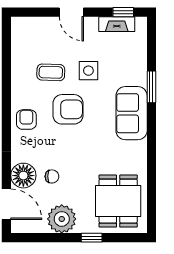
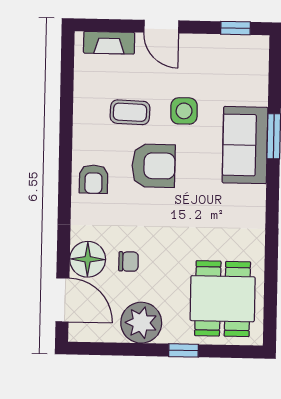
fireplace: (117, 24) -> (109, 43), moved
sofa: (132, 113) -> (245, 145), moved
armchair: (26, 120) -> (94, 179), turned 180

